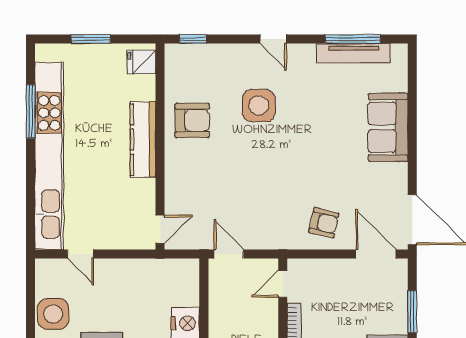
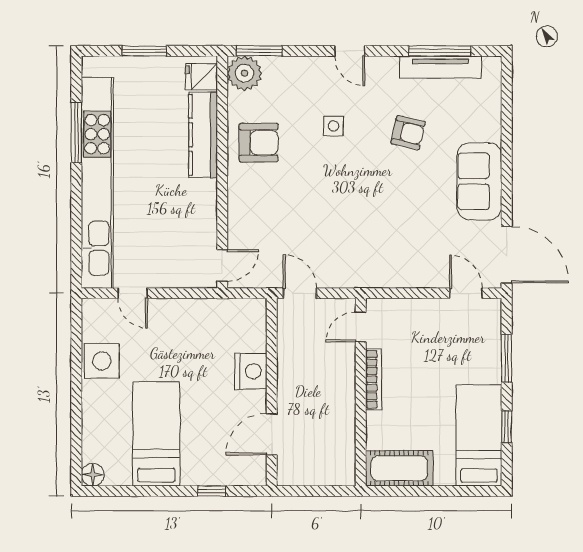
window: (193, 39) -> (259, 51), width x1.50
plant: (180, 59) -> (245, 73), added
side table: (259, 105) -> (334, 126), width x0.54, depth x0.54
sofa: (388, 127) -> (479, 181), moved
kitchen counter: (143, 140) -> (203, 135), moved
armchair: (324, 223) -> (408, 133), moved
door: (376, 254) -> (466, 293), width x0.73

